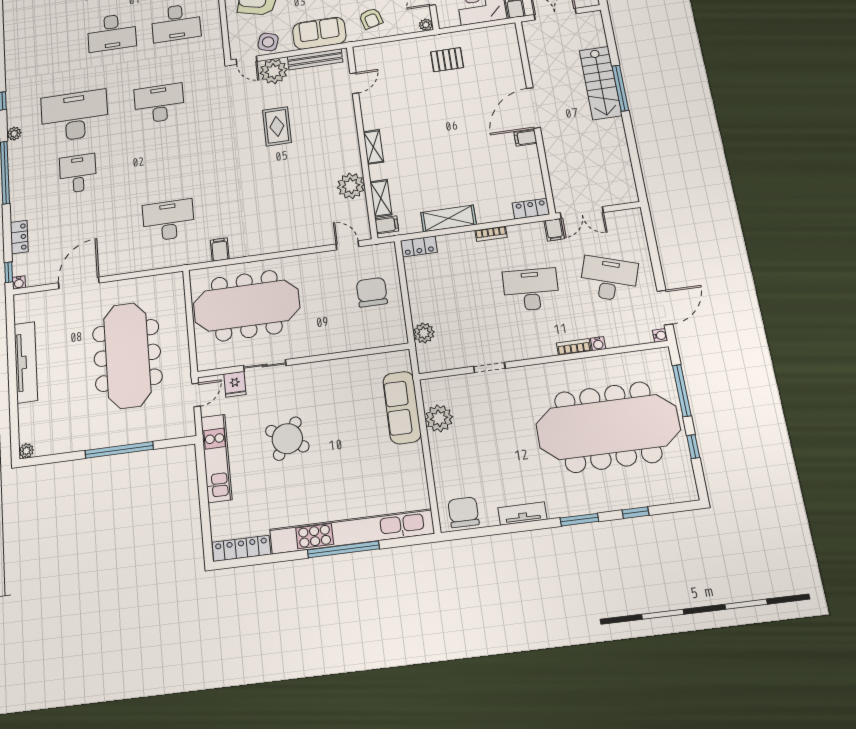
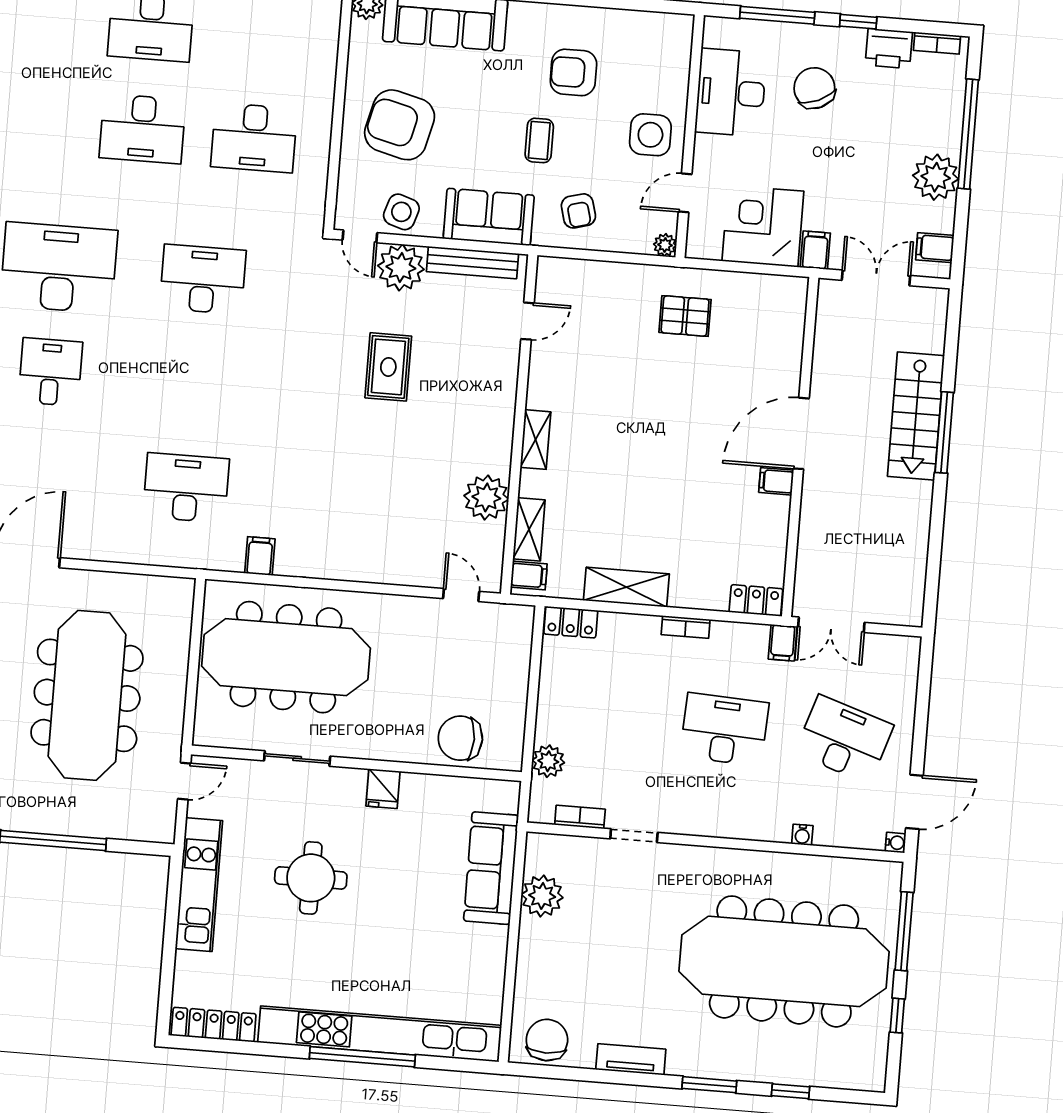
chair: (372, 292) -> (460, 738), moved, turned -90
bookcase: (574, 347) -> (580, 817), moved
fridge: (235, 384) -> (383, 789), moved
round table: (287, 439) -> (311, 878), turned -33

